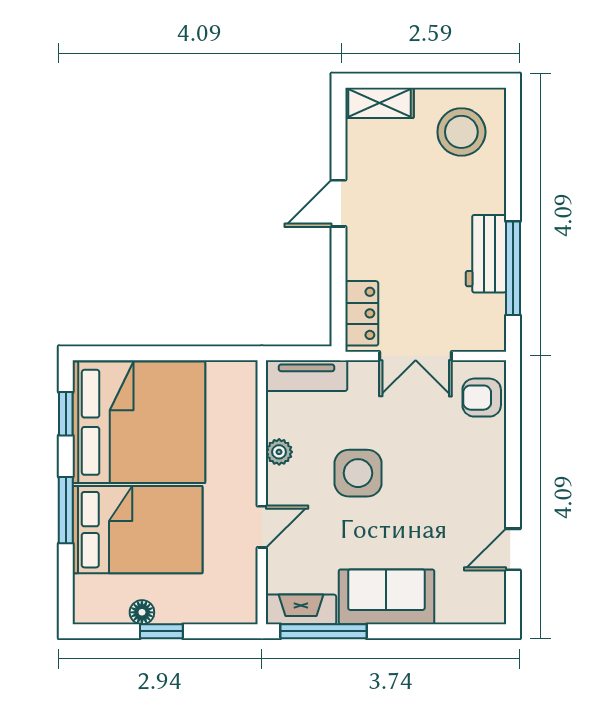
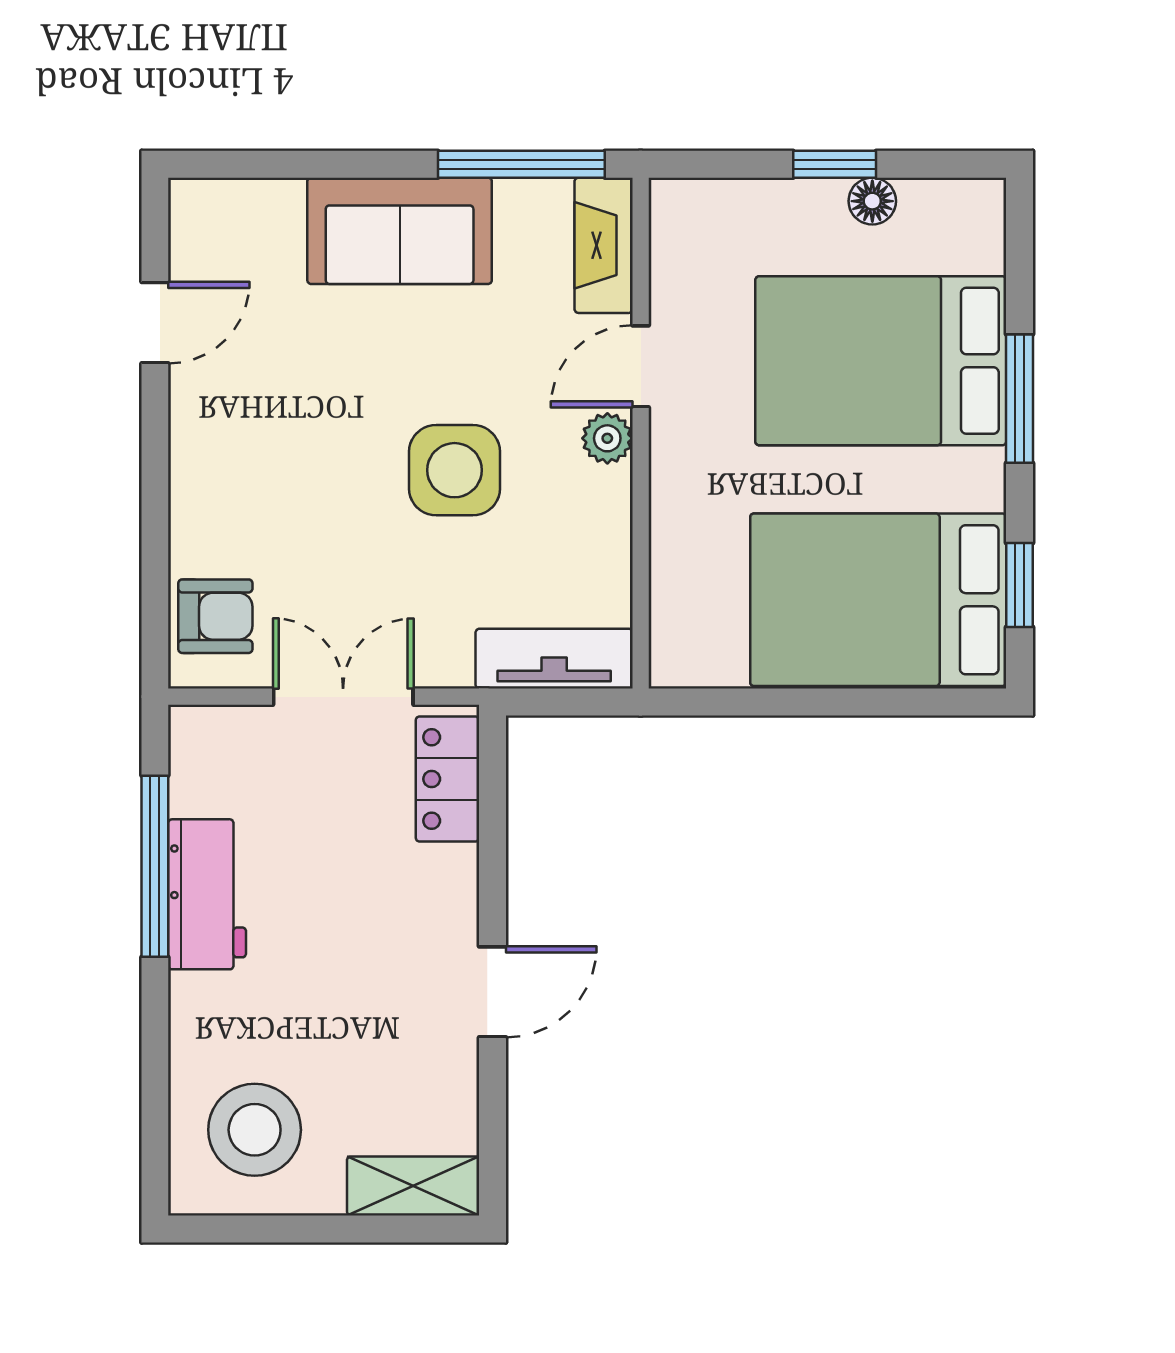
bed: (139, 422) -> (878, 600), width x0.73
plant: (279, 452) -> (607, 438), moved
fireplace: (301, 609) -> (604, 245), moved, turned 90

